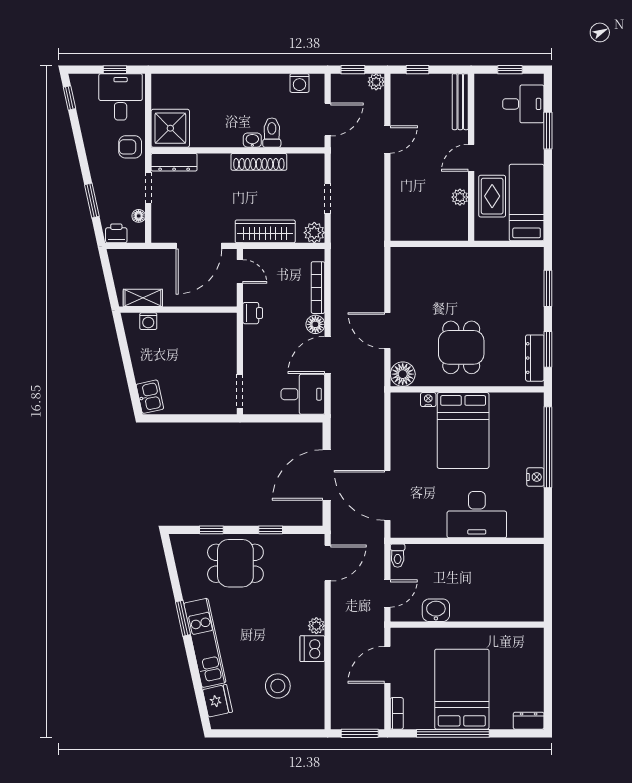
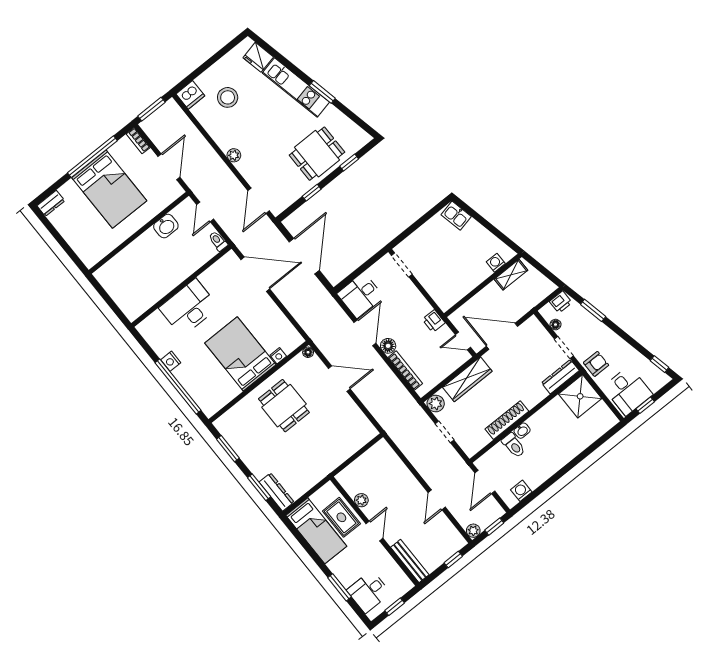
door: (199, 246) -> (502, 336), hinge flipped
dresser: (535, 358) -> (277, 492), moved
floor lamp: (403, 374) -> (308, 352), width x0.53, depth x0.53
dishwasher: (312, 649) -> (190, 95), moved, turned 90

